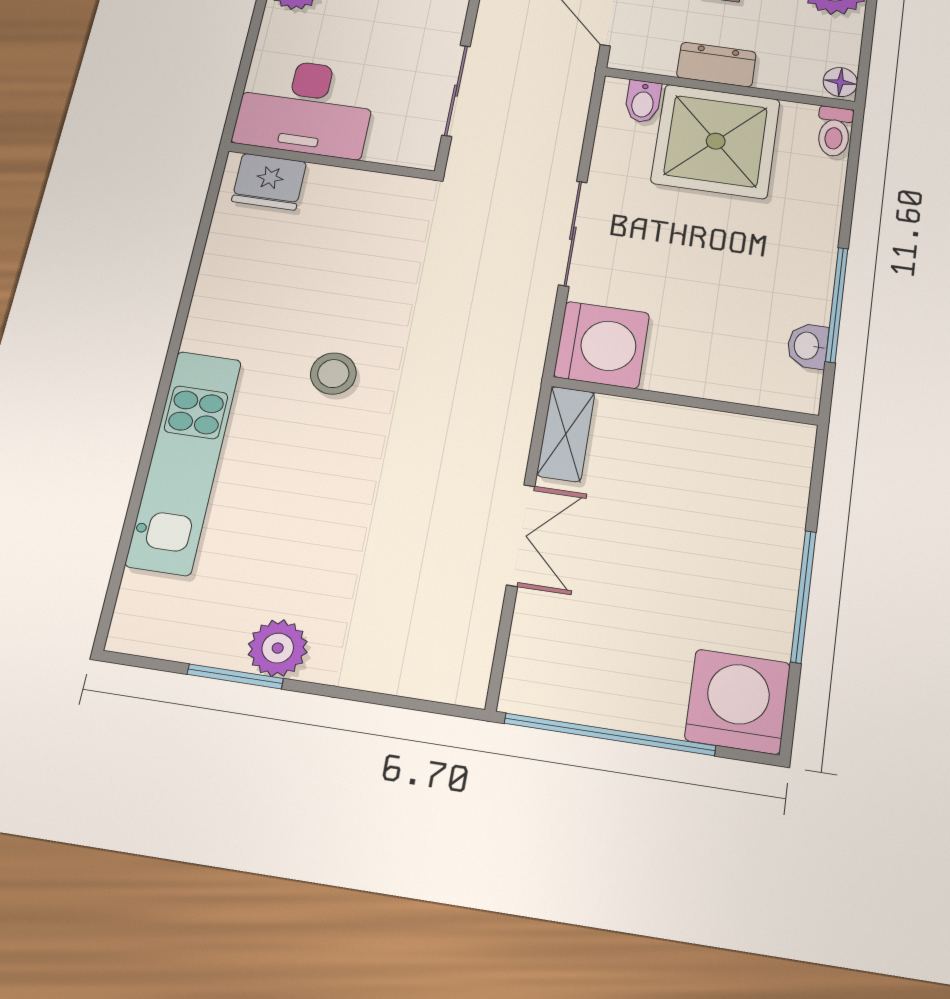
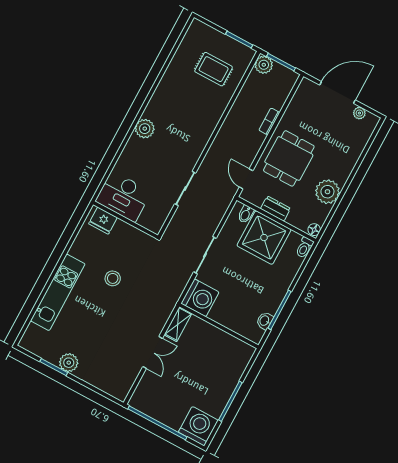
desk: (306, 108) -> (123, 196), moved
wall: (331, 161) -> (126, 220), moved
fridge: (269, 182) -> (103, 221), moved

